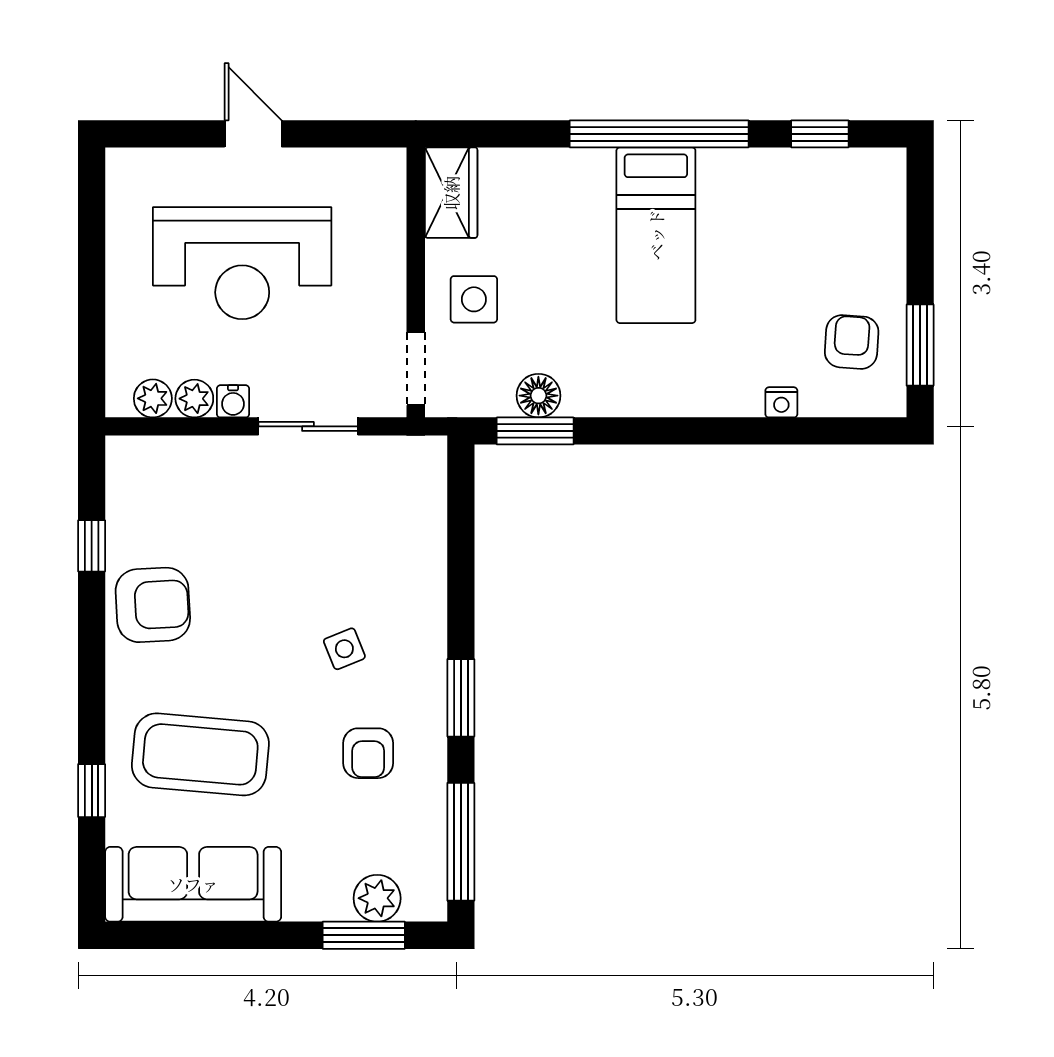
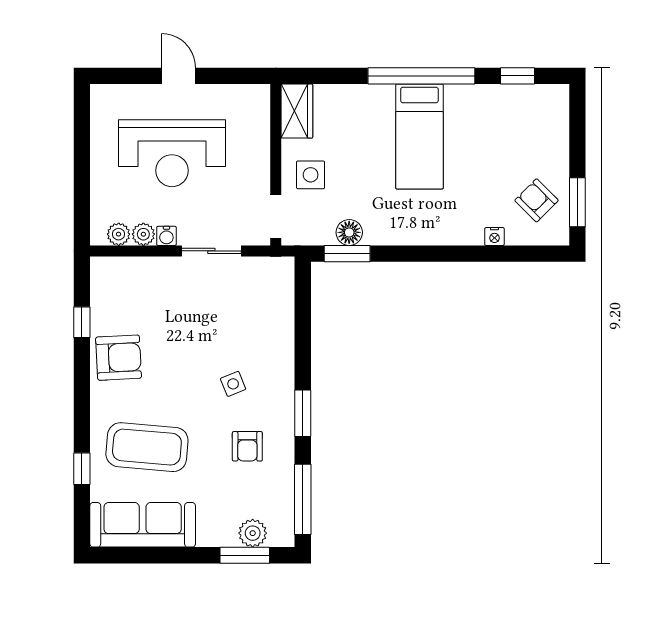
armchair: (852, 342) -> (537, 200), turned -49

